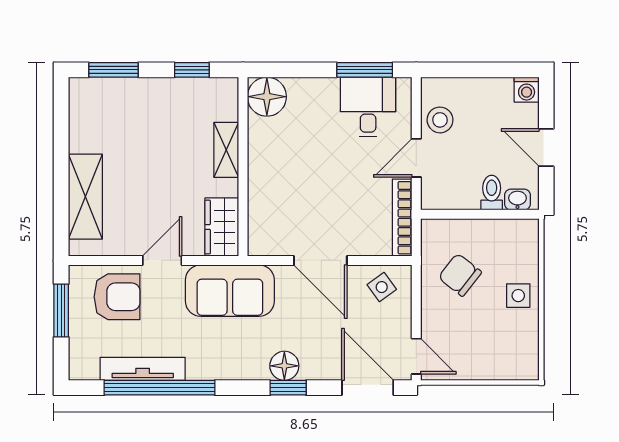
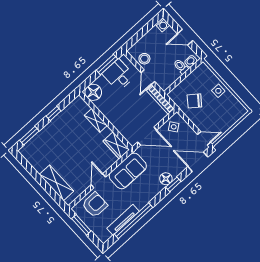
floor lamp: (267, 97) -> (93, 92), moved
shelving: (226, 150) -> (96, 120), moved
wall: (243, 167) -> (106, 121), moved
wardrobe: (222, 227) -> (116, 145), moved

